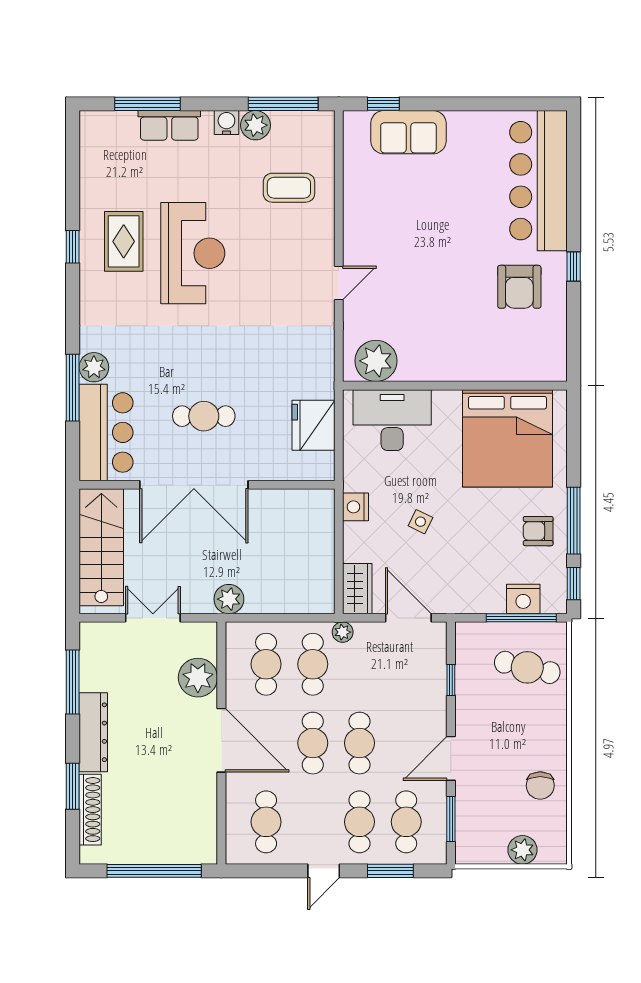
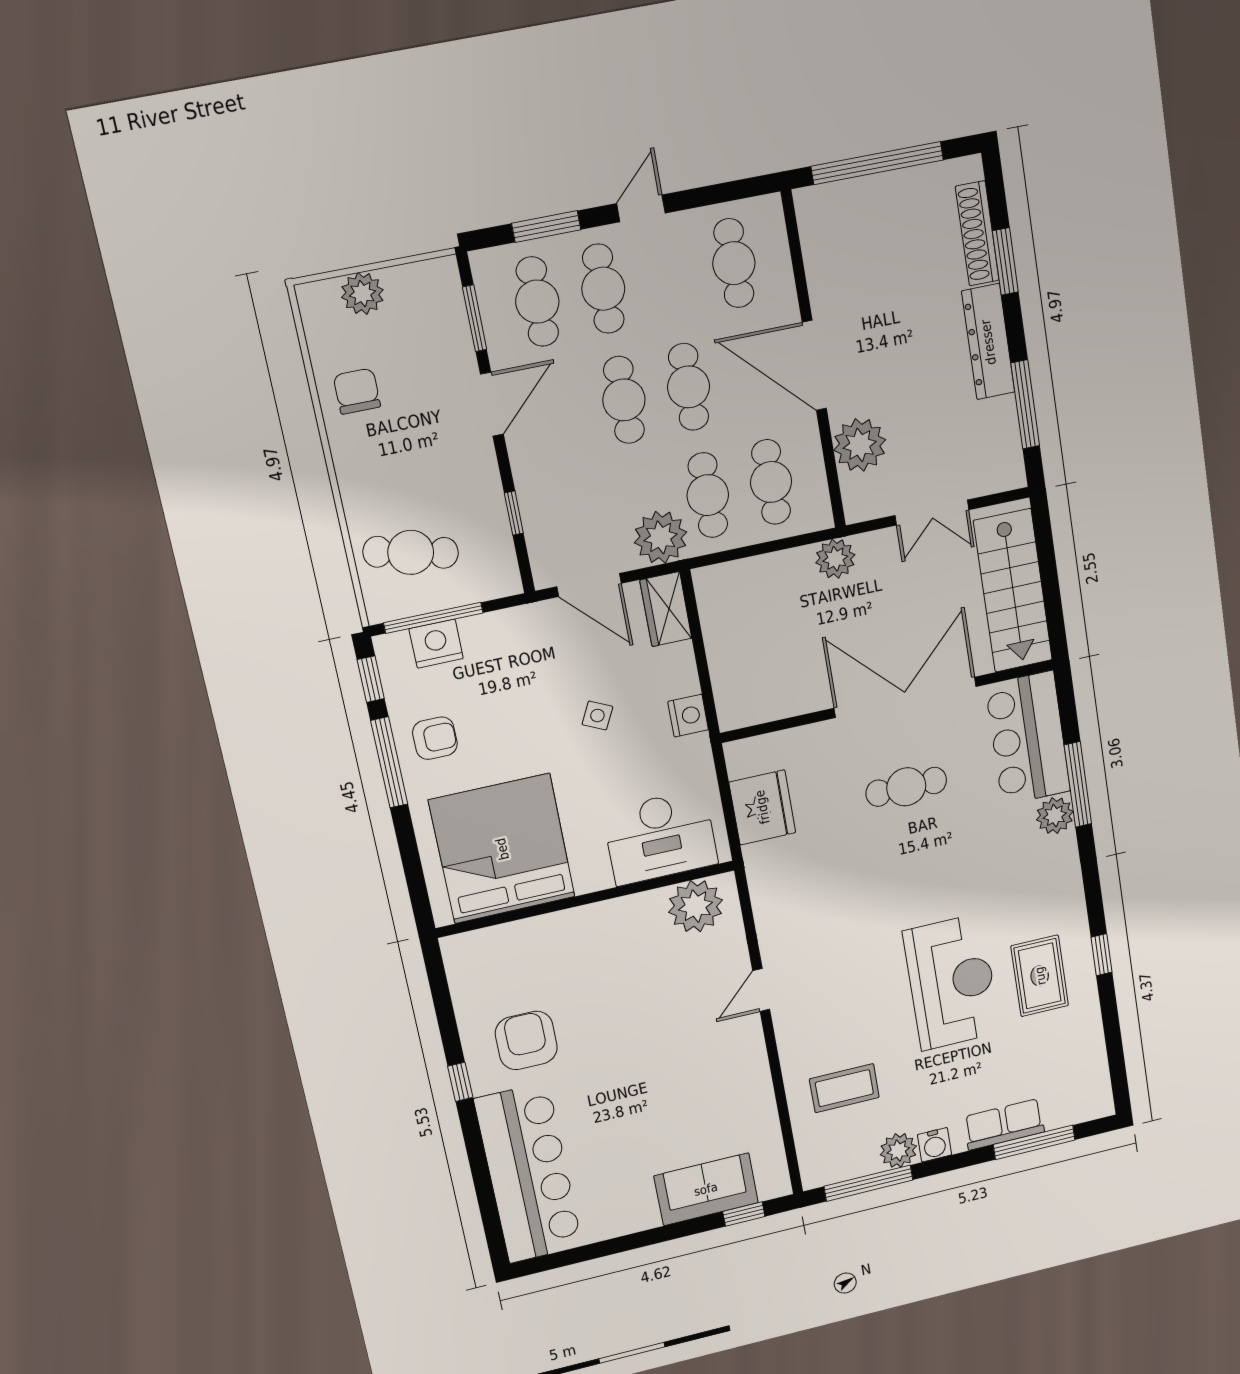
reception desk: (193, 253) -> (952, 982), turned 180
plant: (343, 632) -> (661, 537), width x1.88, depth x1.88

